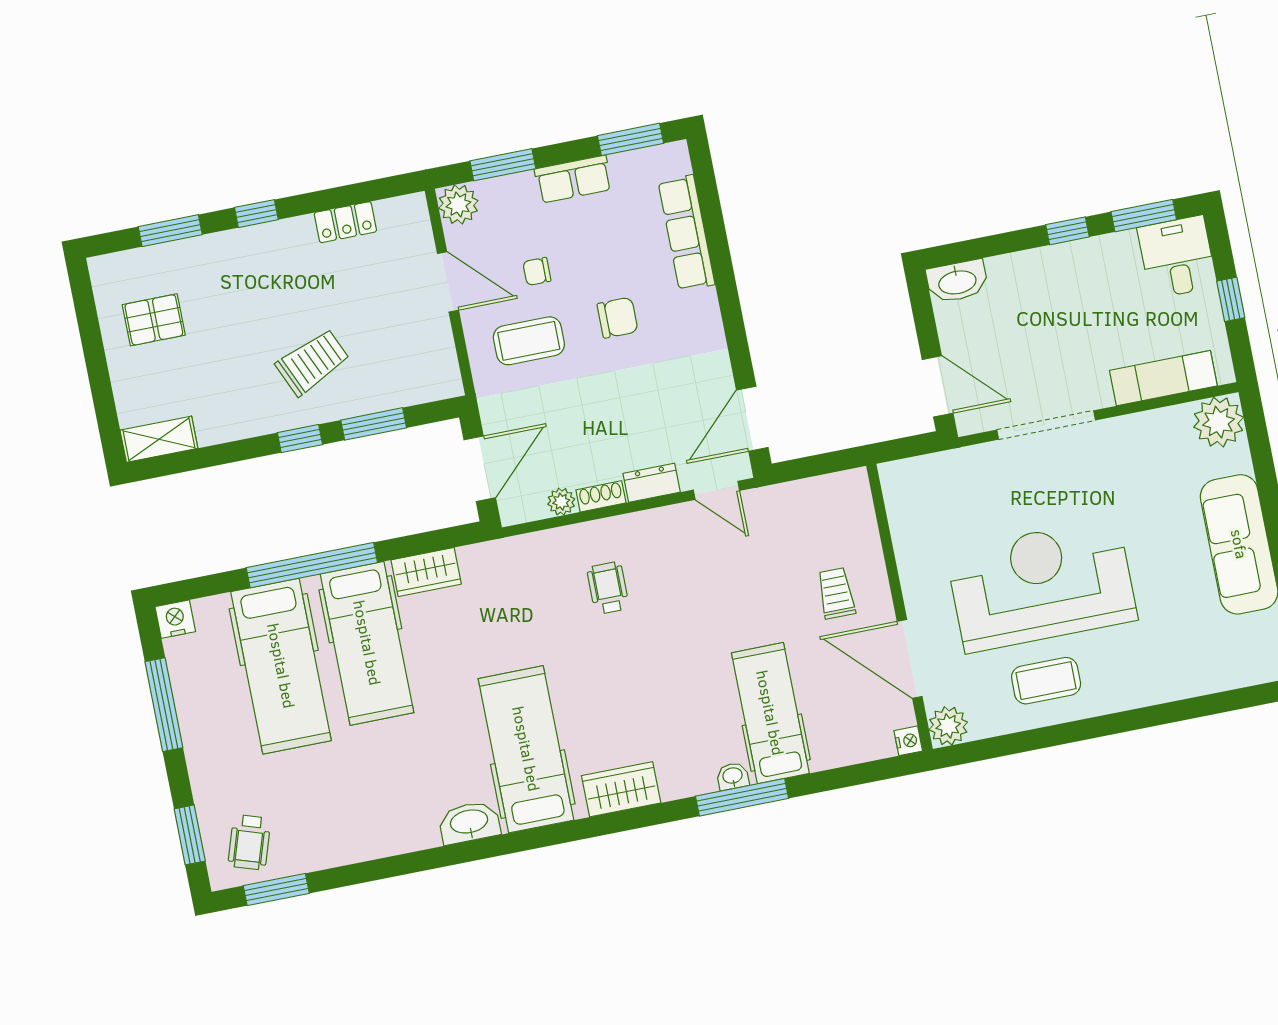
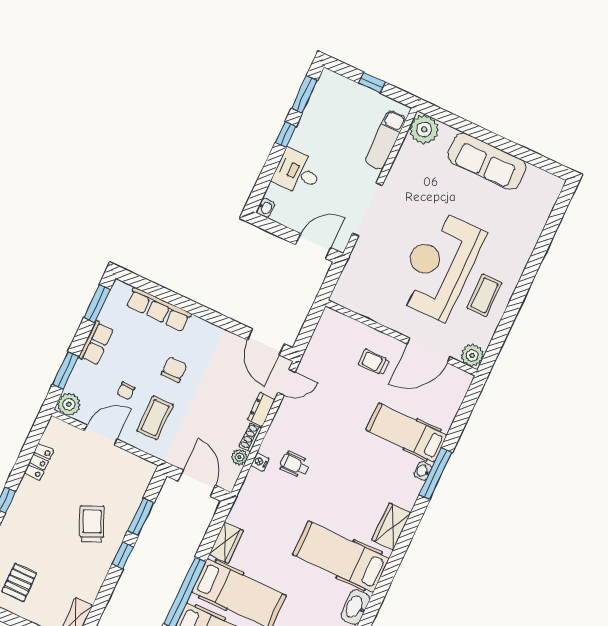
desk: (1177, 257) -> (297, 172), moved
washbasin: (957, 281) -> (266, 208), width x0.52, depth x0.69
nightstand: (908, 741) -> (260, 462), moved, turned -90

